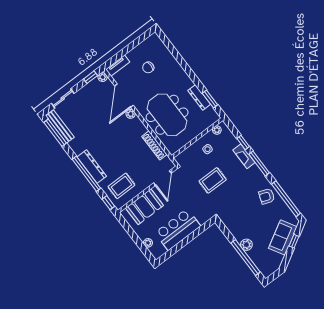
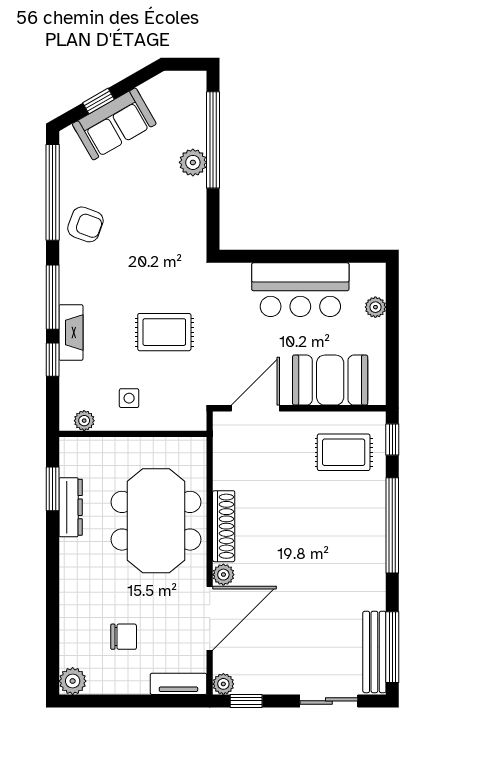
plant: (154, 39) -> (73, 681), added
shoe rack: (154, 145) -> (224, 526), moved
dresser: (92, 167) -> (372, 531), removed

